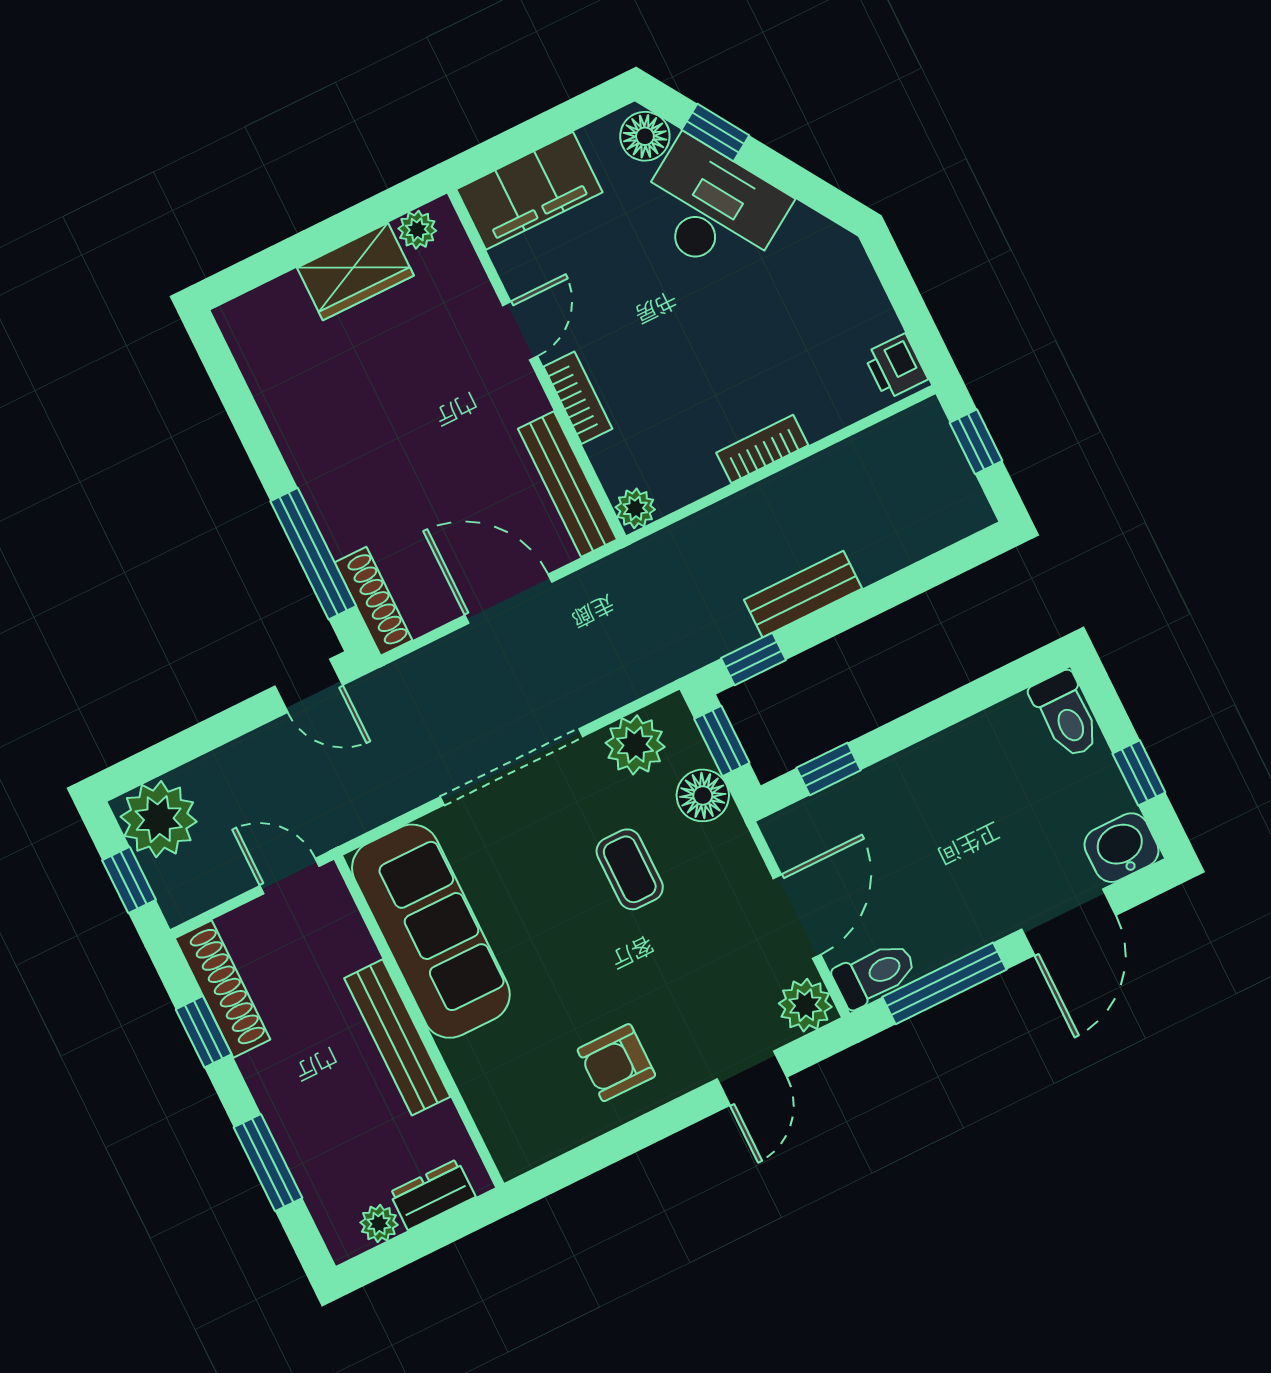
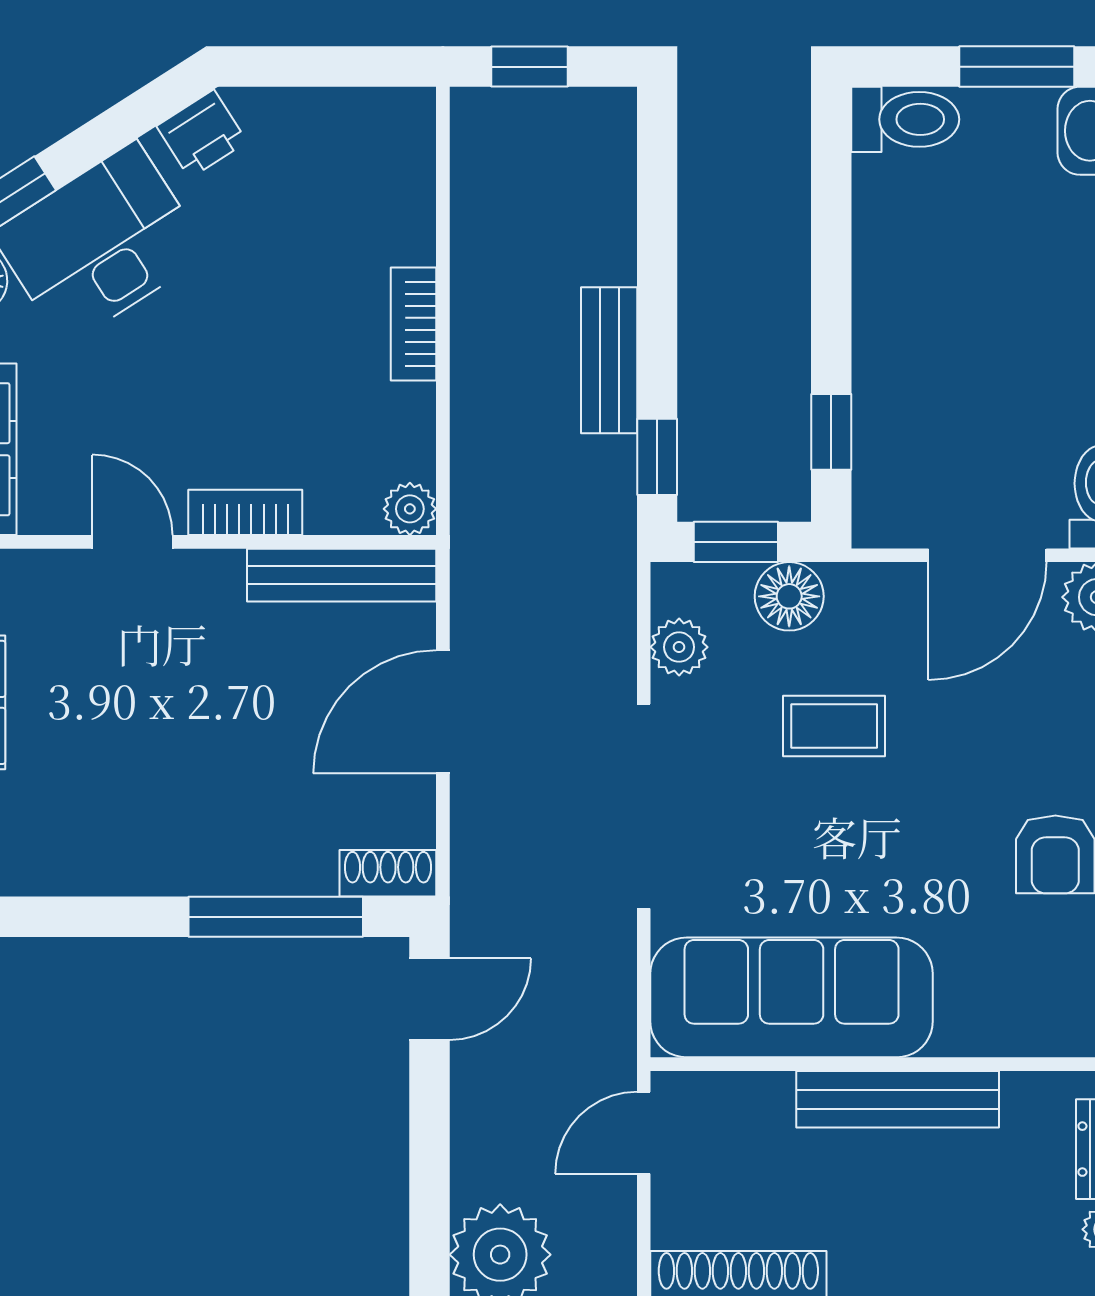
printer: (896, 367) -> (202, 134), moved, turned -33
shoe rack: (373, 601) -> (388, 873), width x0.70
plant: (635, 745) -> (679, 647), width x0.73, depth x0.73
window: (1139, 773) -> (1017, 67), width x1.50
door: (797, 916) -> (987, 555), swing flipped

